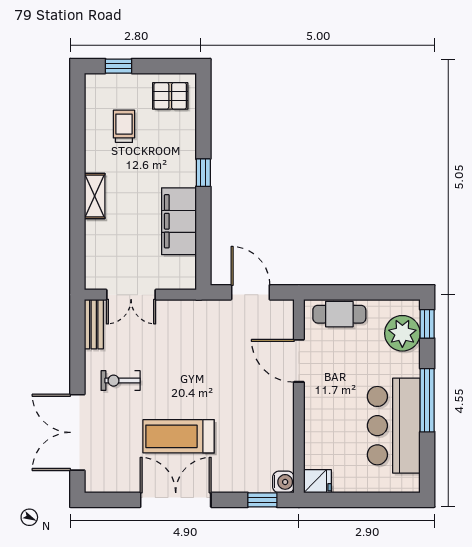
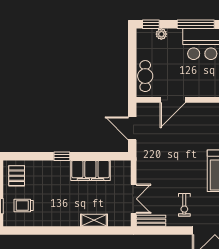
trolley: (124, 126) -> (24, 205), moved
shelving: (95, 196) -> (94, 220), moved
door: (250, 292) -> (132, 128), hinge flipped
plant: (402, 333) -> (161, 34), width x0.53, depth x0.53

